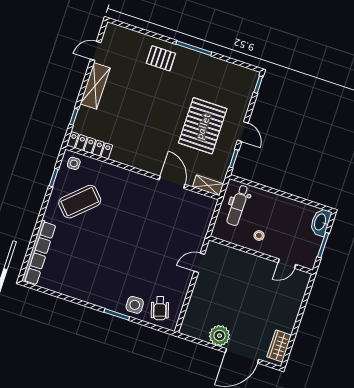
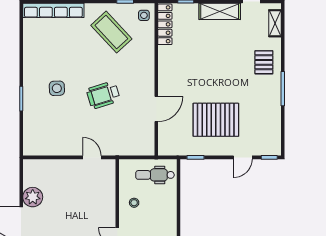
door: (243, 132) -> (243, 157), moved
shelving: (208, 185) -> (275, 23), moved
side table: (135, 305) -> (57, 88), moved
wheelchair: (160, 308) -> (103, 95), moved, width x1.36, depth x1.37

